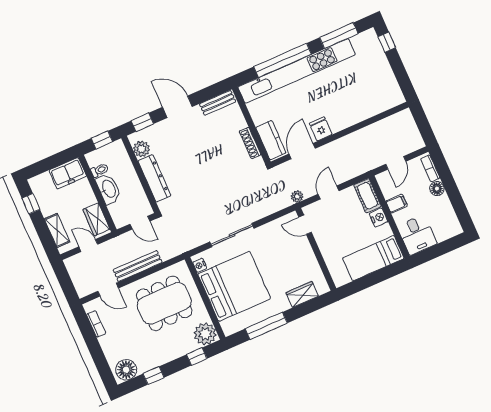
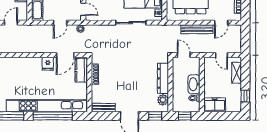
wardrobe: (96, 219) -> (210, 69), removed
door: (108, 290) -> (221, 23), swing flipped

